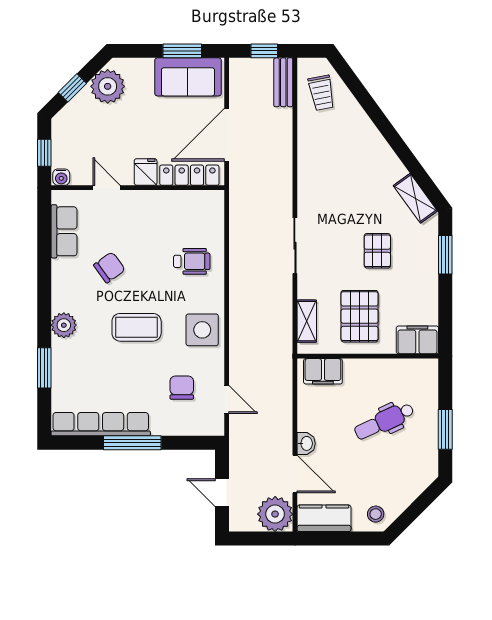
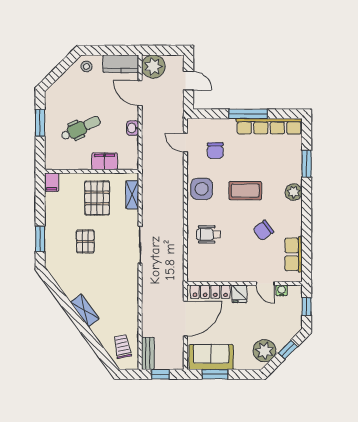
water cooler: (61, 177) -> (282, 290), moved
shelving: (415, 198) -> (85, 310), moved
filing cabinet: (417, 340) -> (52, 182), width x0.50
filing cabinet: (323, 371) -> (105, 161), moved
washbasin: (306, 443) -> (133, 128), moved

